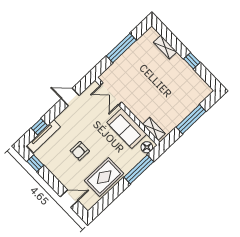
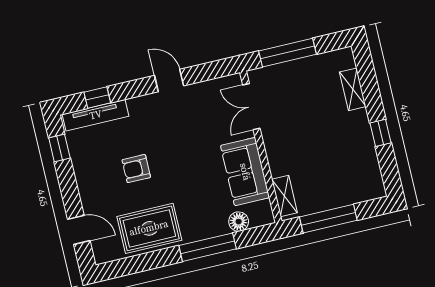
double door: (111, 94) -> (251, 107), moved
wall: (127, 111) -> (261, 147), moved
sofa: (127, 128) -> (245, 172), moved
shelving: (154, 129) -> (284, 196), moved

